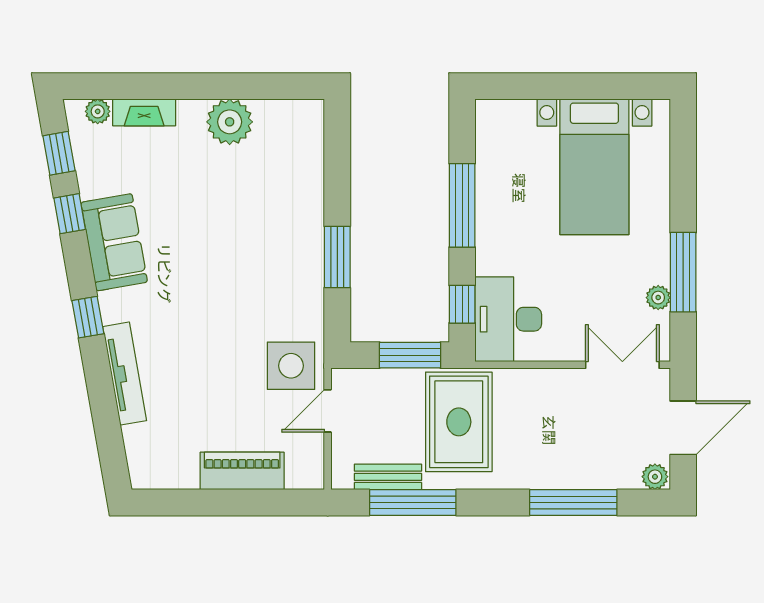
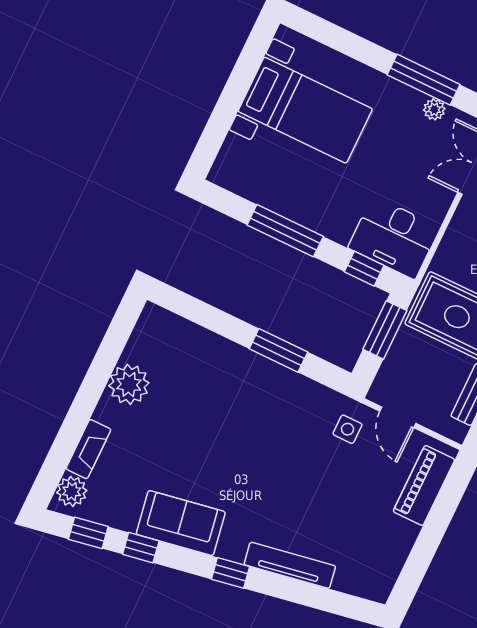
plant: (98, 111) -> (72, 491), width x1.38, depth x1.38
side table: (291, 366) -> (348, 429), width x0.54, depth x0.54
piano: (242, 471) -> (424, 485), moved

